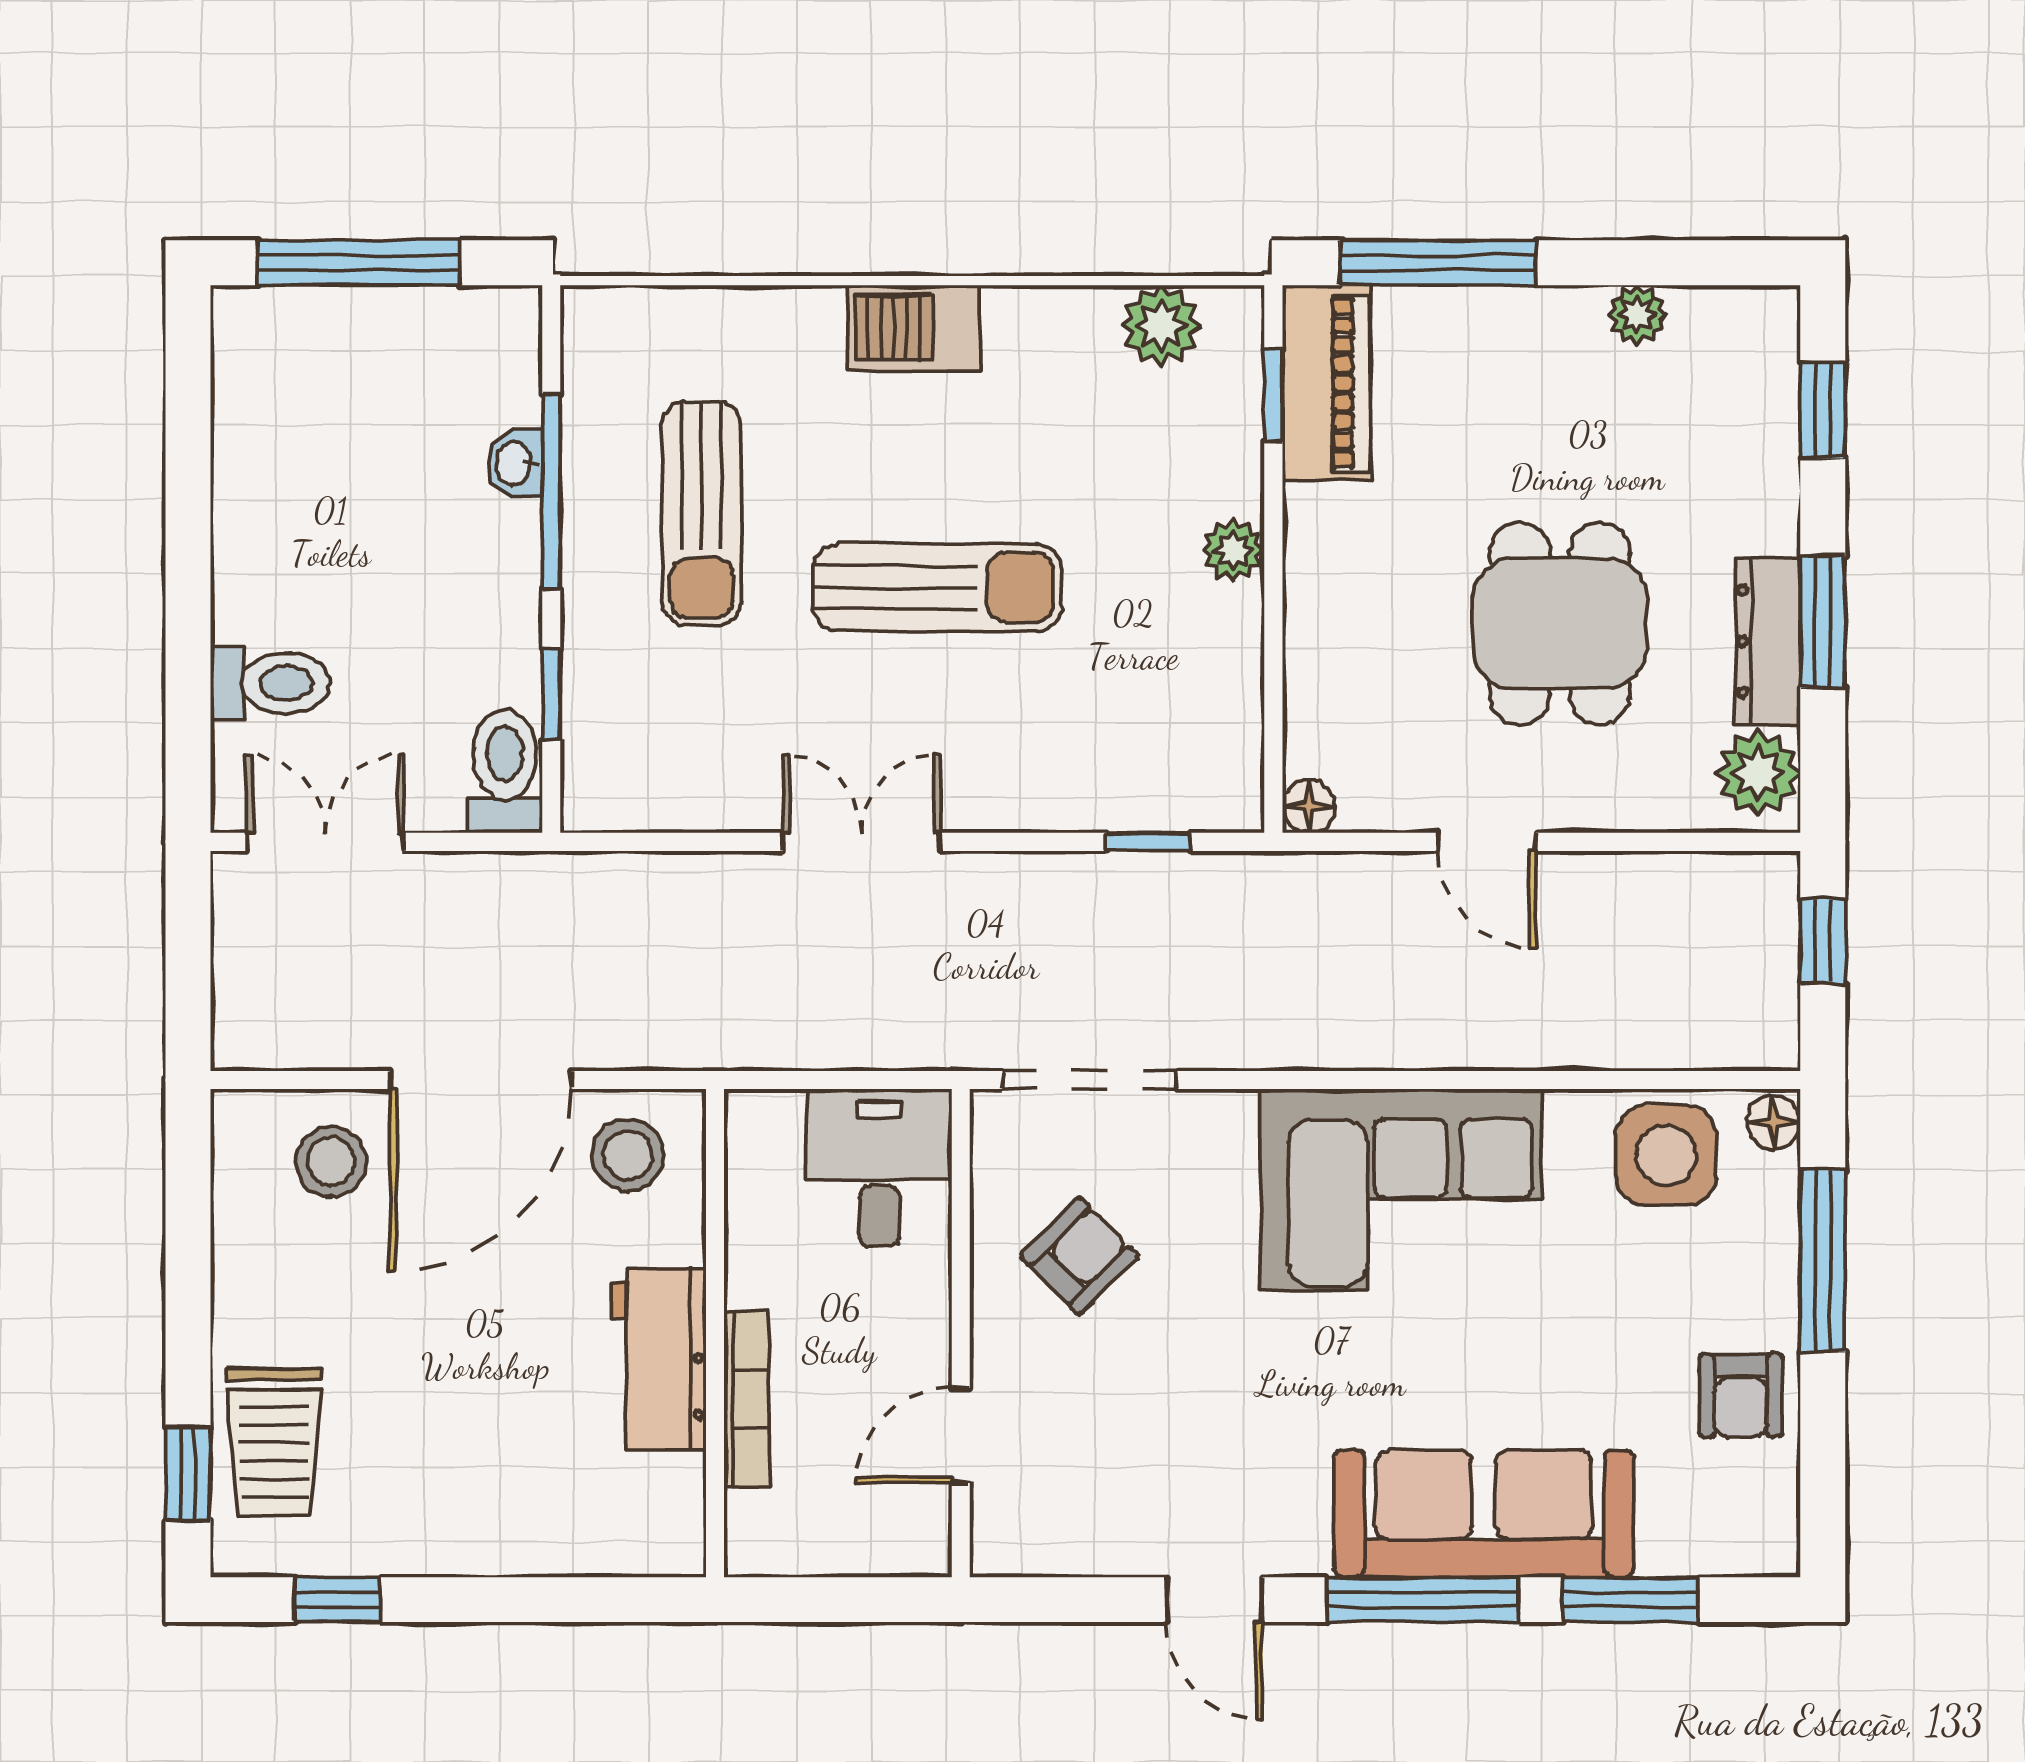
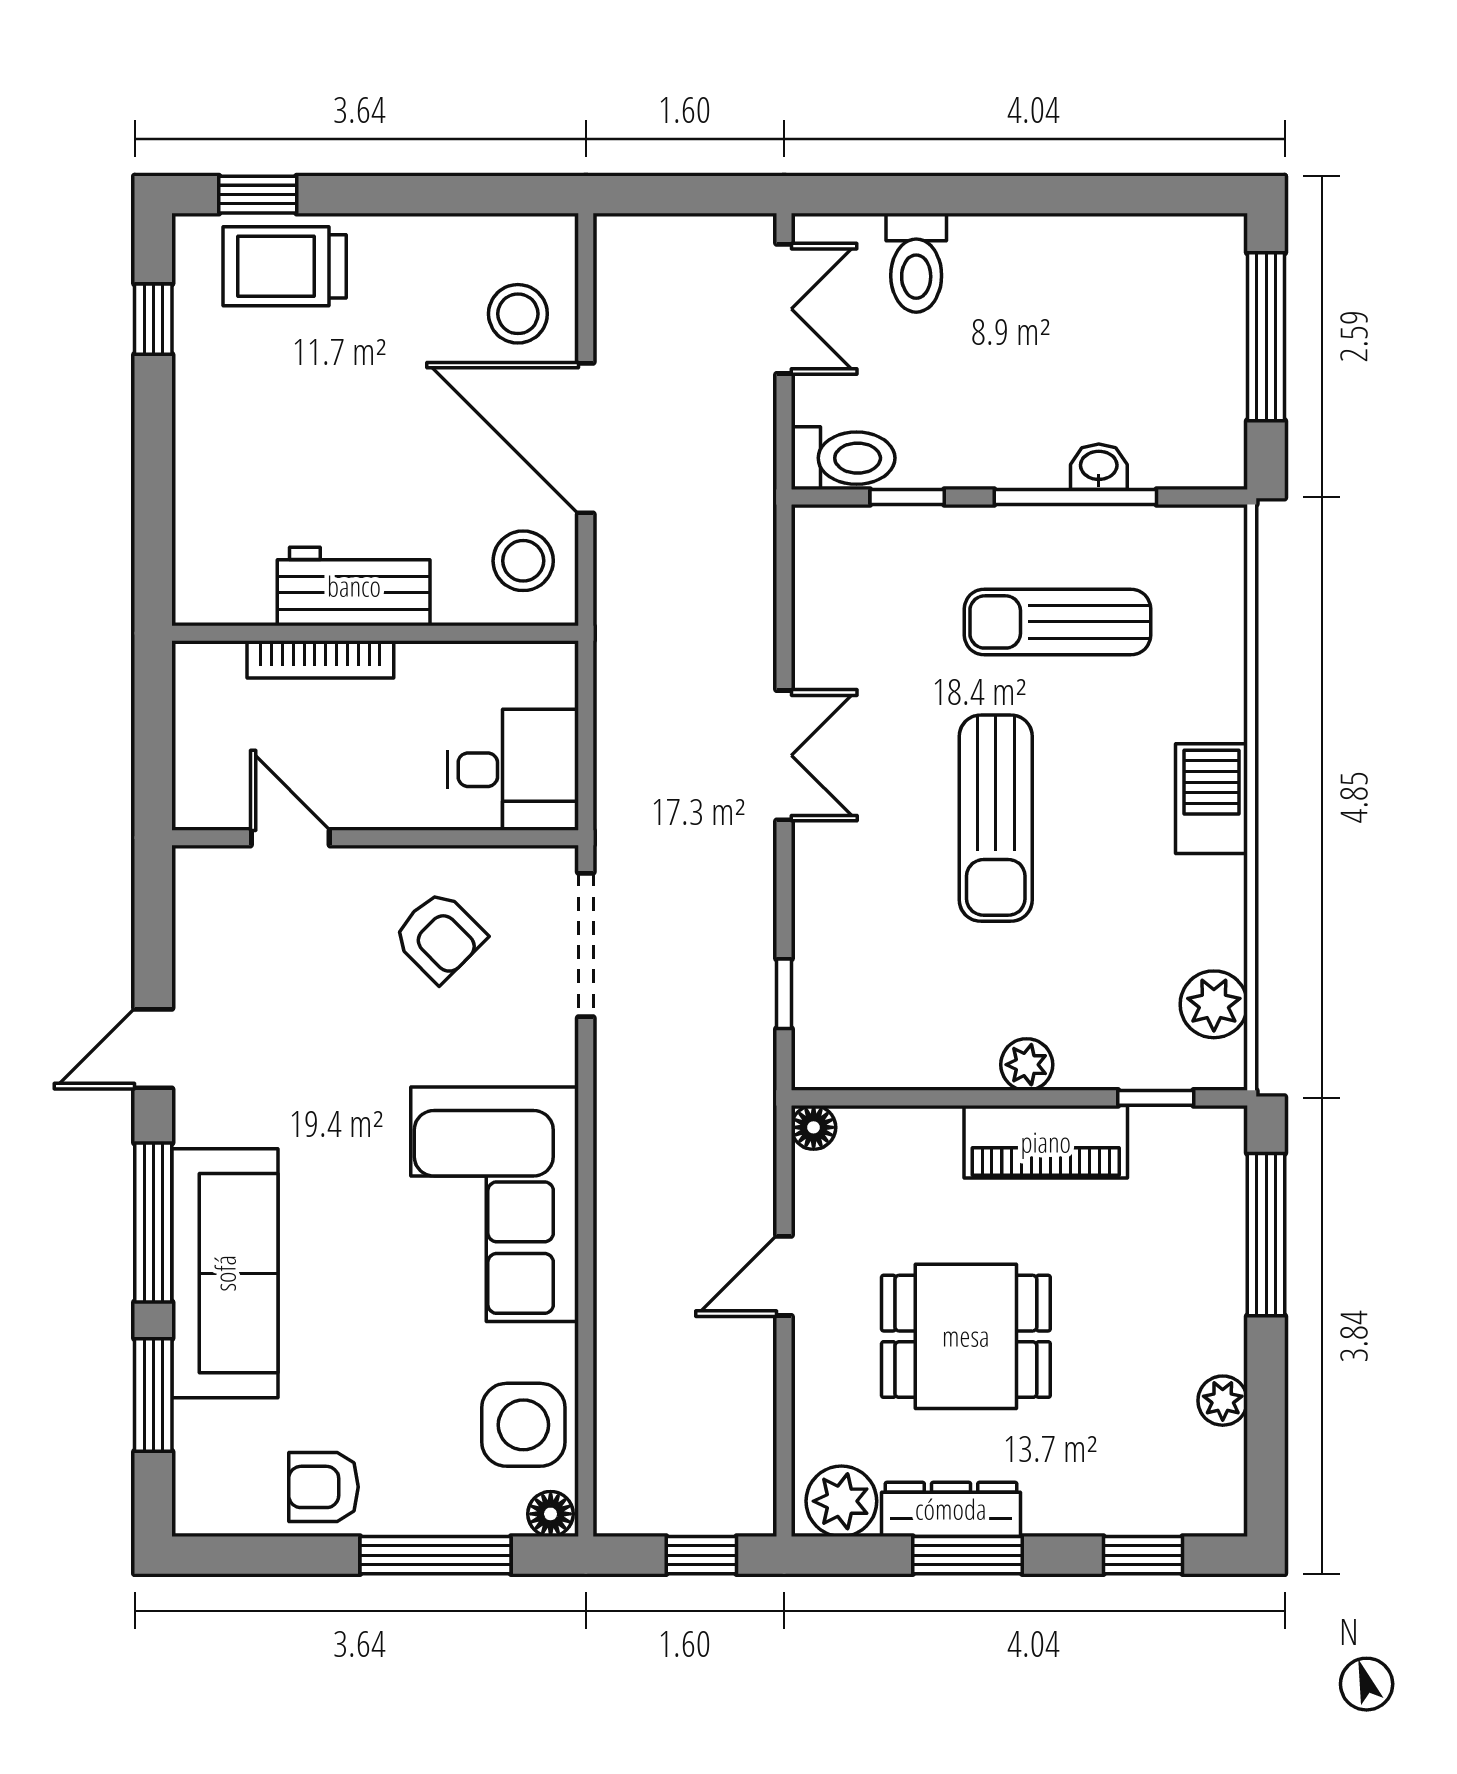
piano: (1326, 383) -> (1046, 1142), moved

